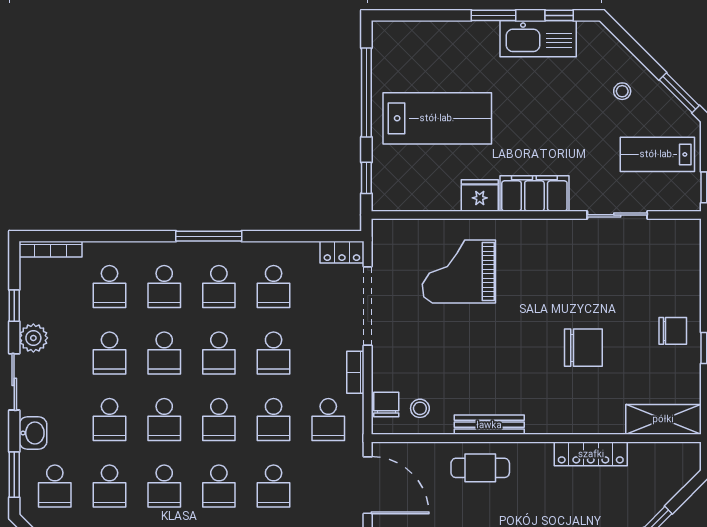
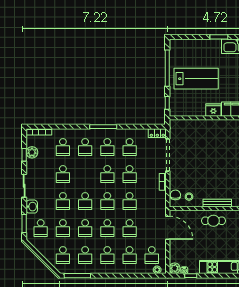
grand piano: (459, 272) -> (205, 141), removed
plant: (33, 338) -> (32, 152), moved
school desk: (164, 353) -> (85, 174), removed
school desk: (328, 420) -> (152, 201), removed

